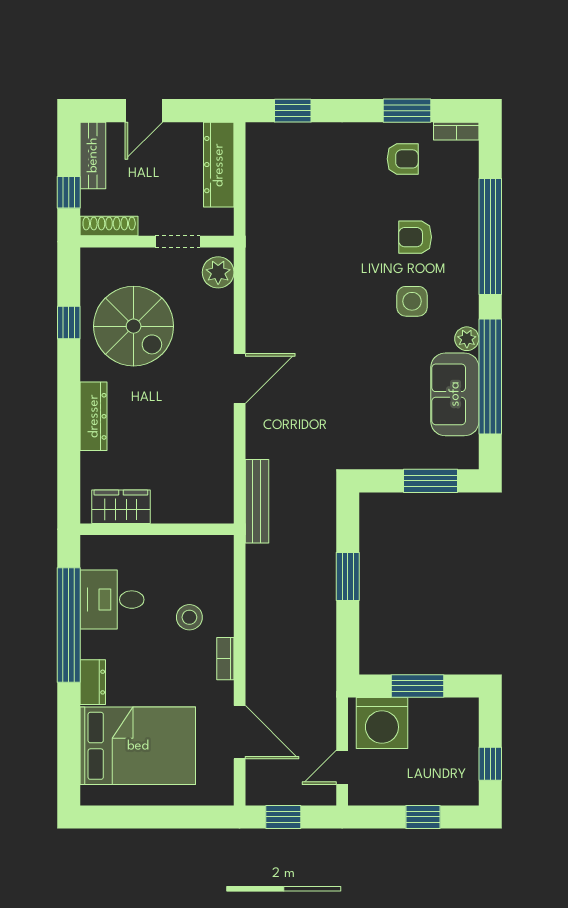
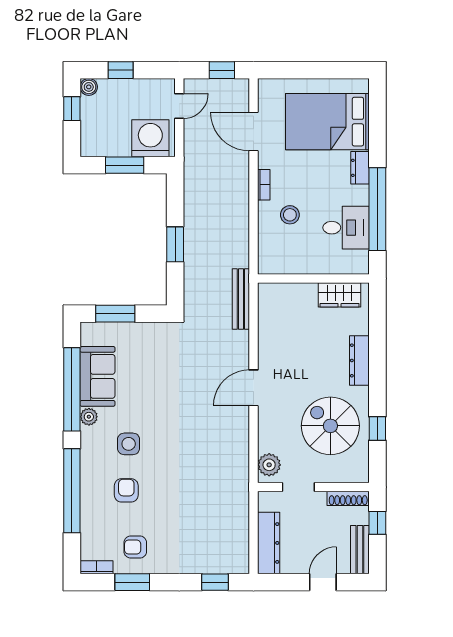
armchair: (415, 237) -> (126, 490), turned -90
boiler: (467, 794) -> (89, 87), added

